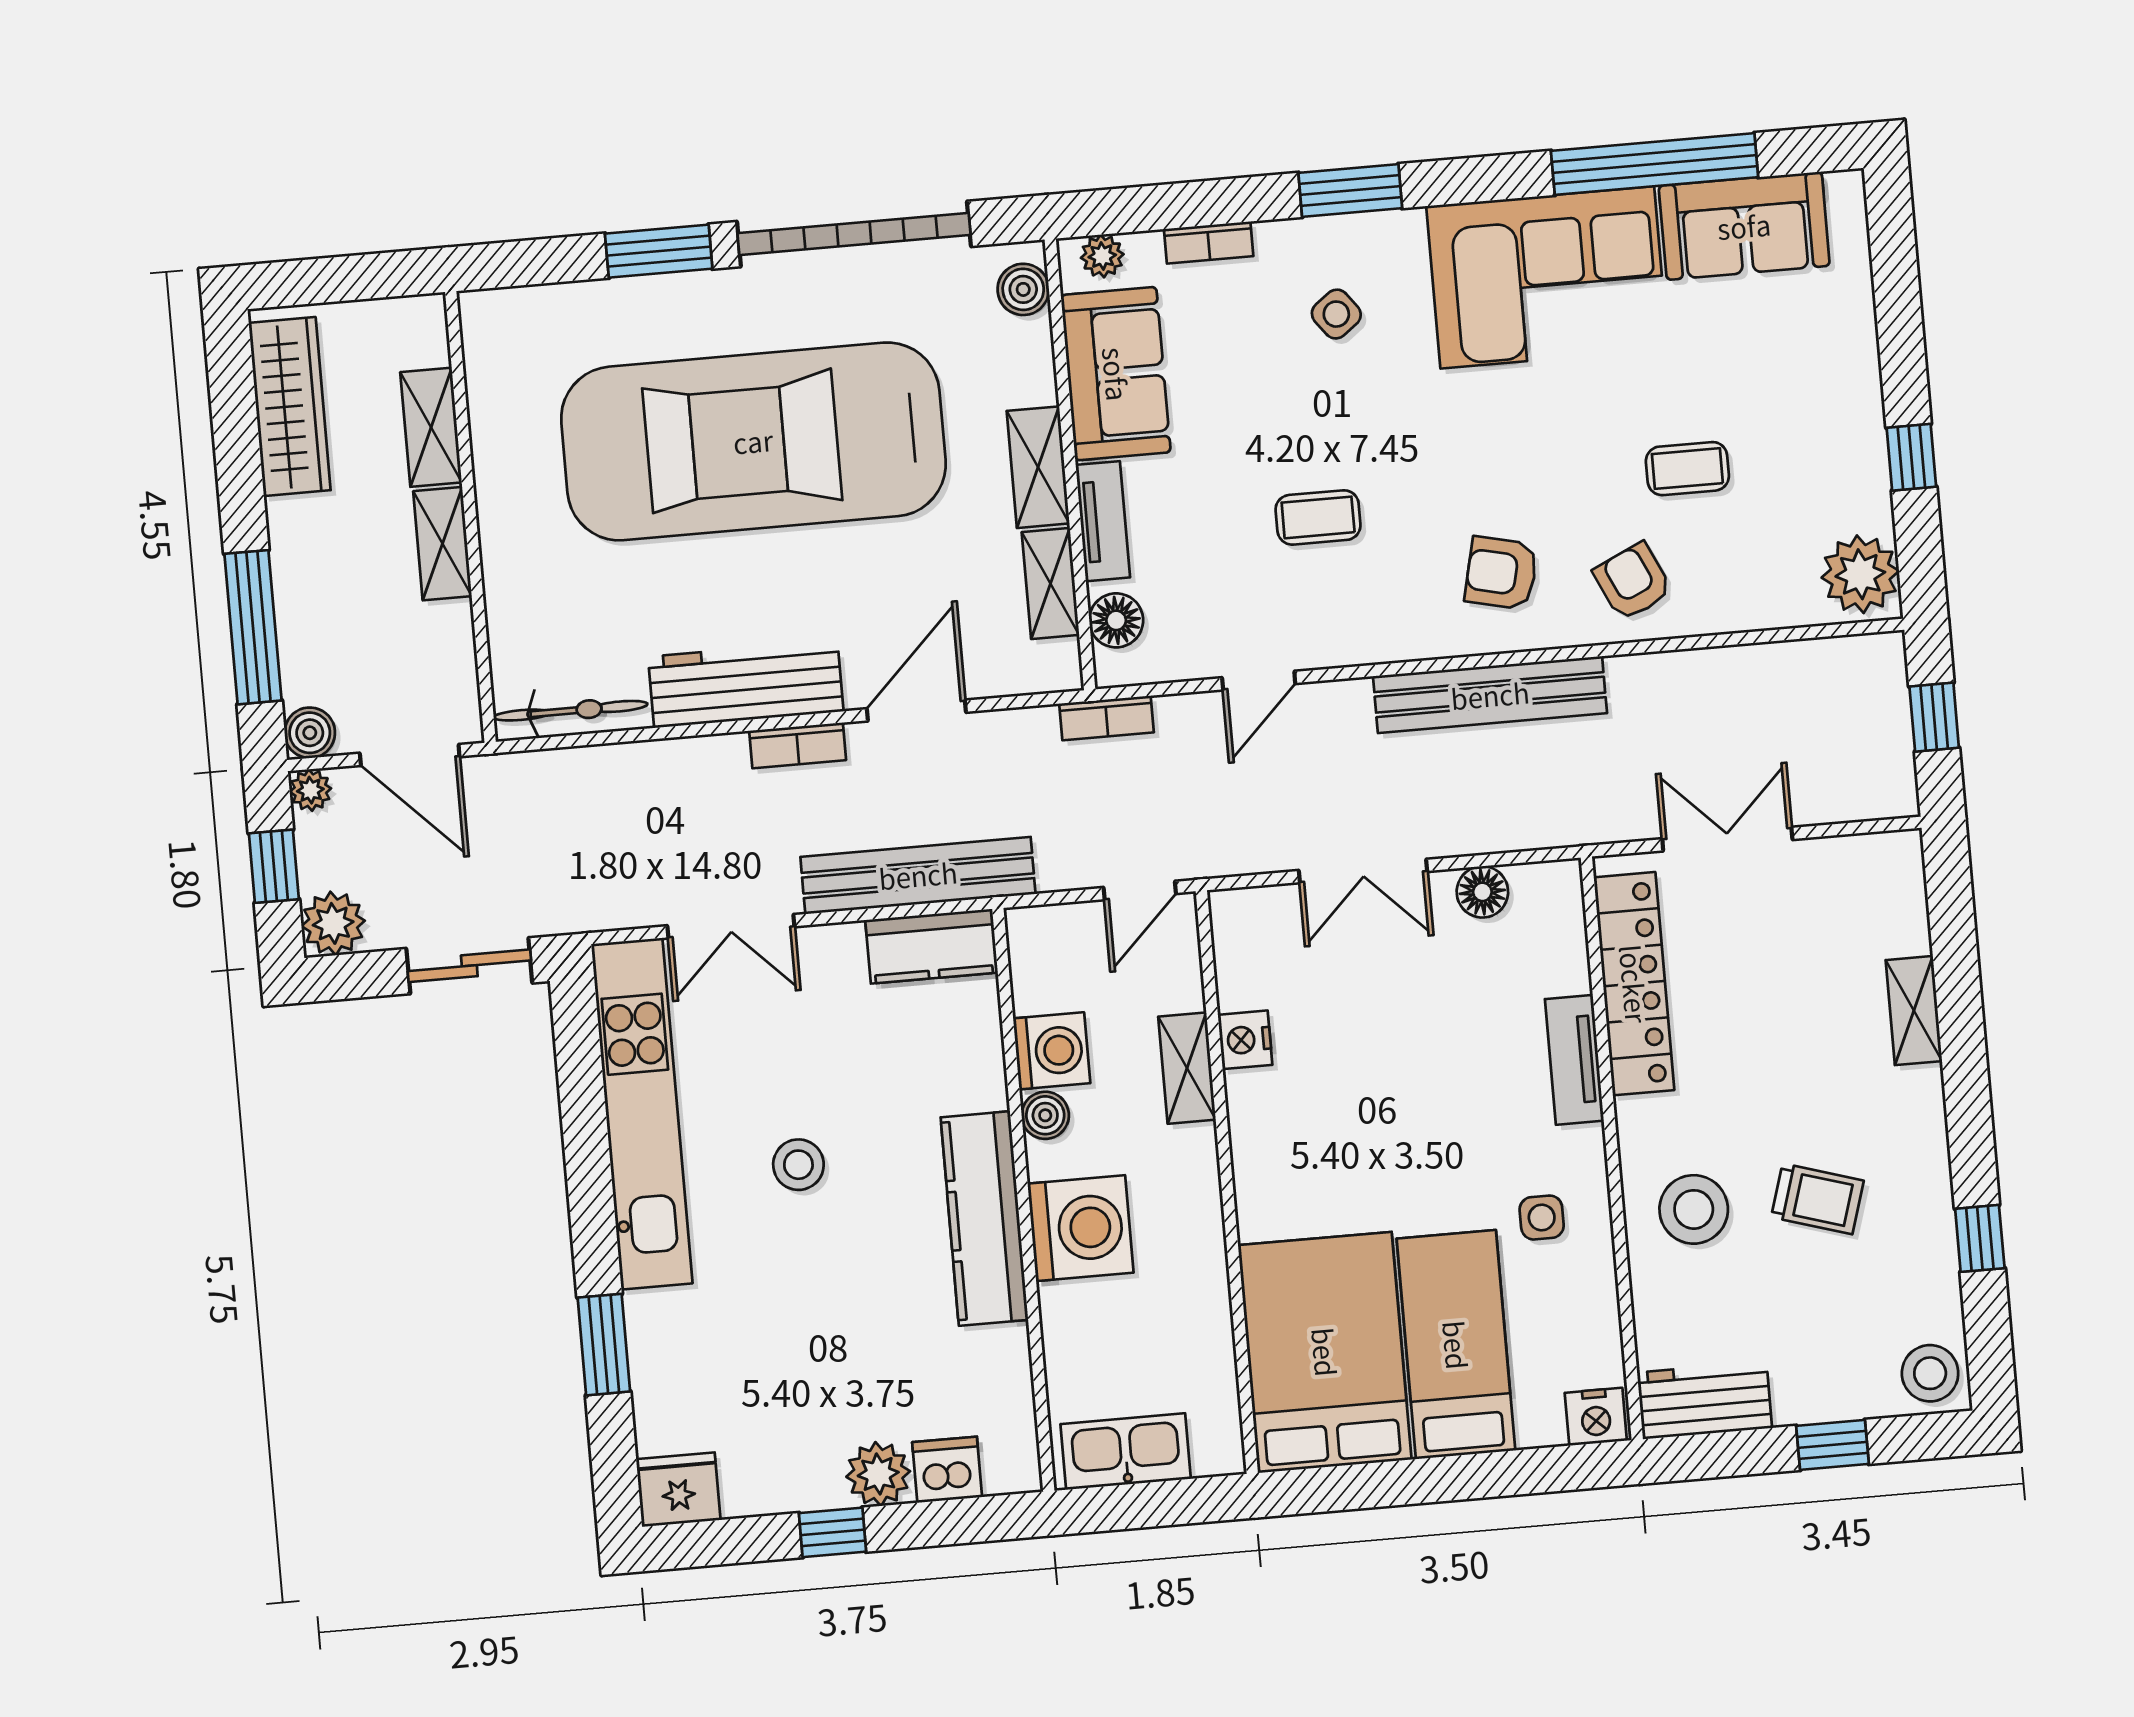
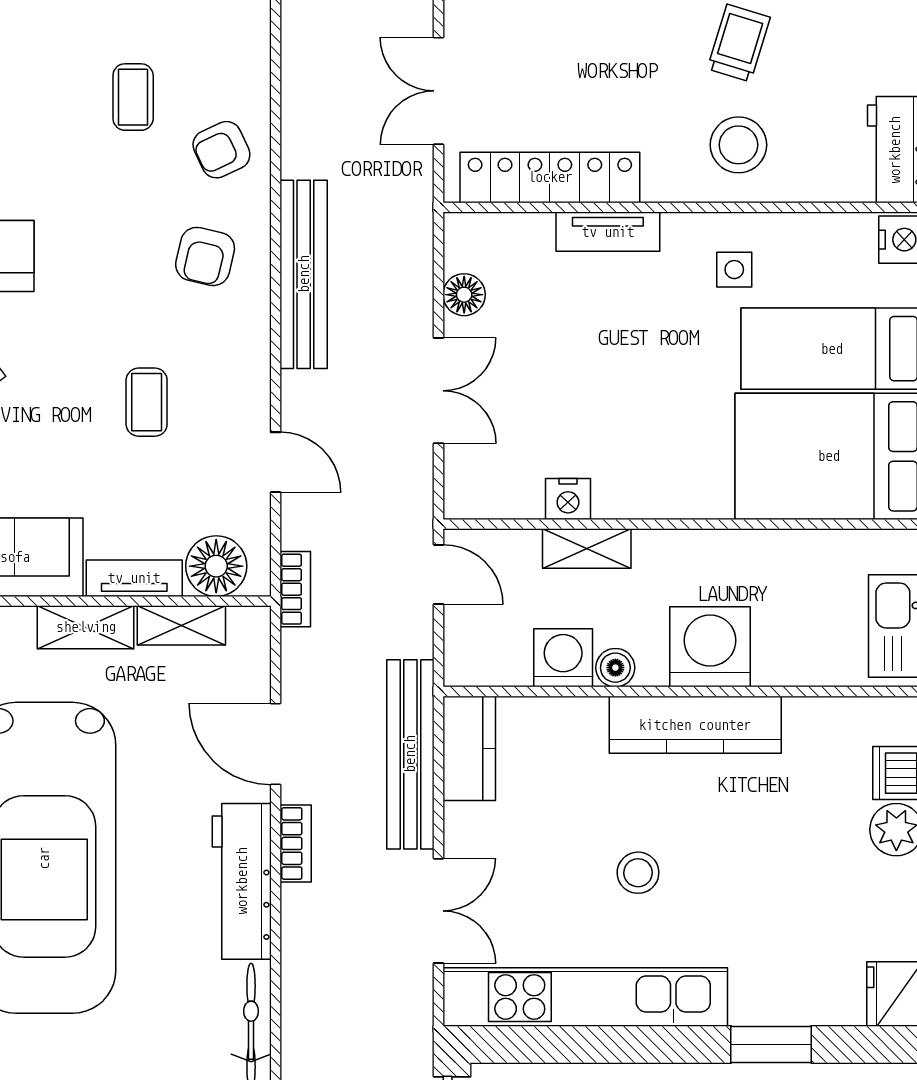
floor lamp: (1116, 620) -> (216, 566), width x1.38, depth x1.38

